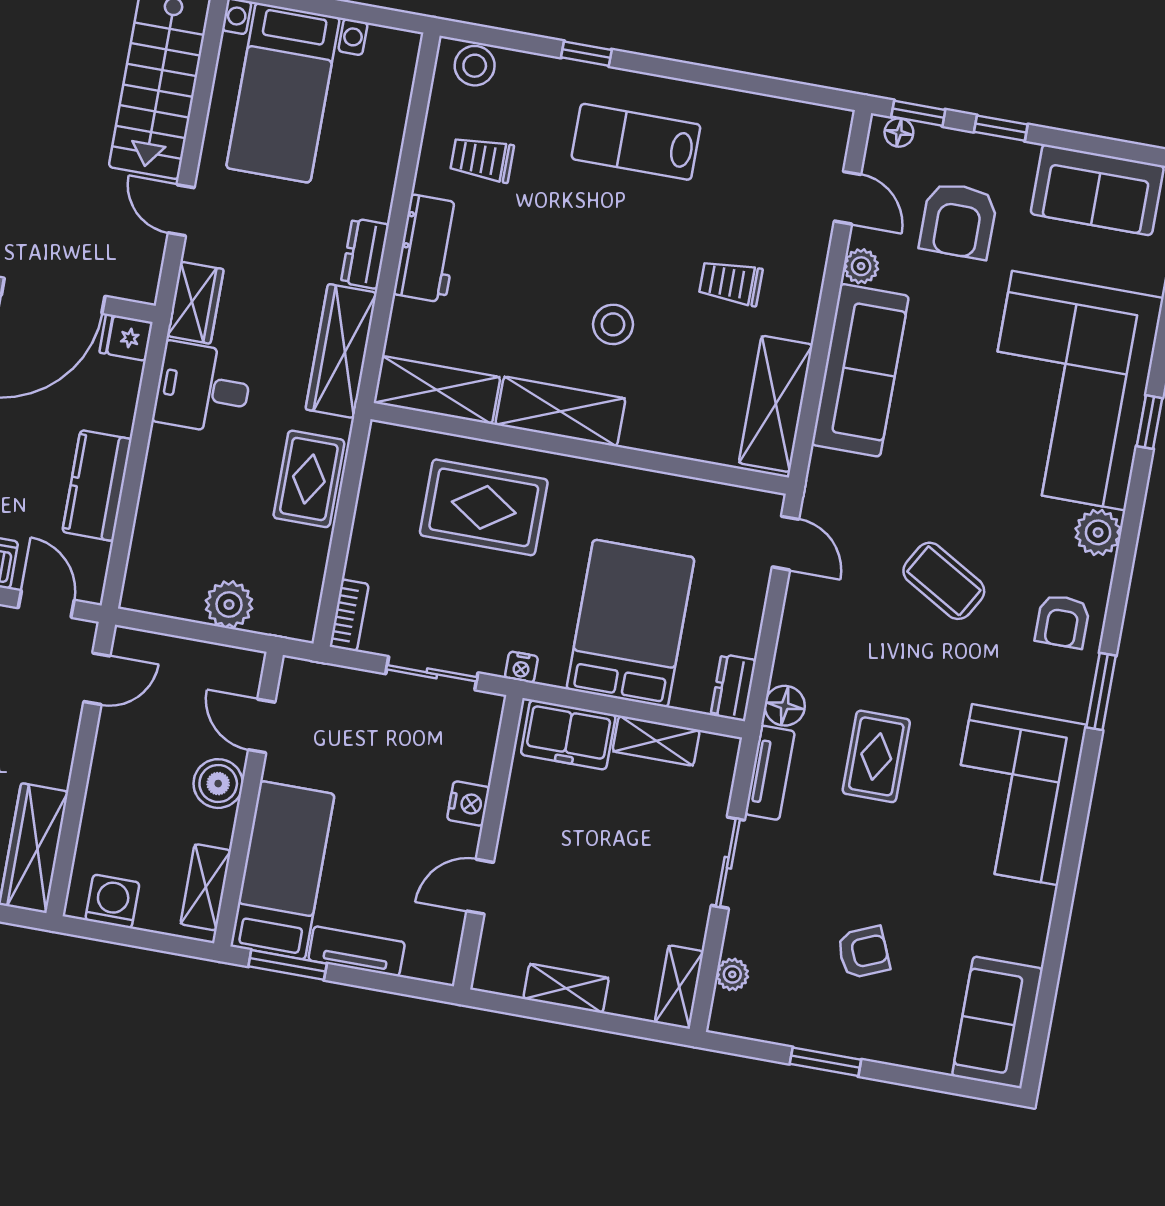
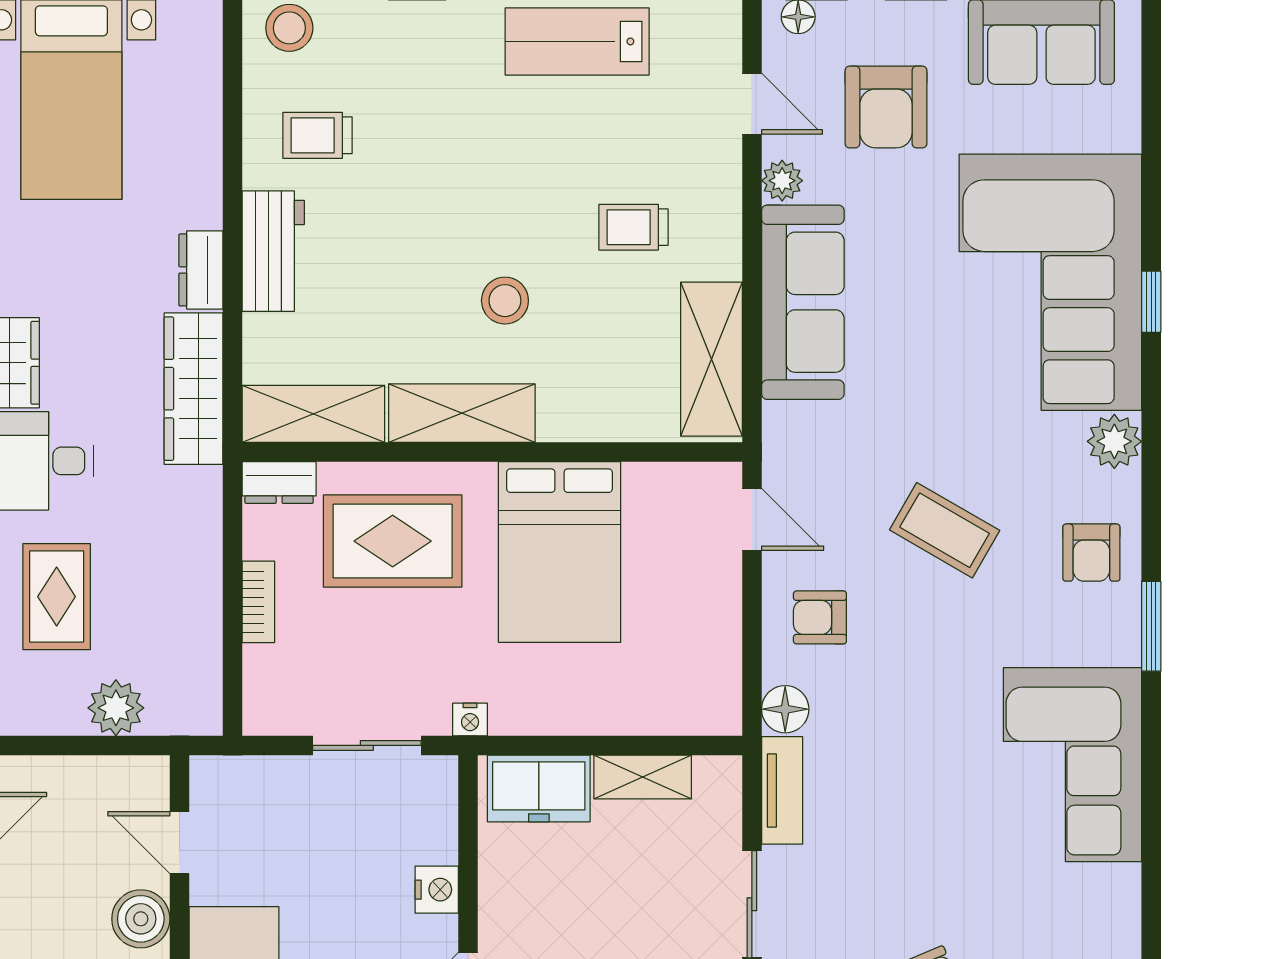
lab bench: (636, 142) -> (577, 41), moved
rug: (309, 479) -> (57, 597), moved
bookcase: (349, 615) -> (258, 602), moved
bed: (630, 623) -> (559, 552), moved, turned 180
armchair: (827, 635) -> (820, 617), added
dresser: (733, 688) -> (279, 483), moved, turned -90
rug: (876, 756) -> (903, 749), removed

